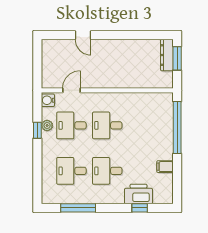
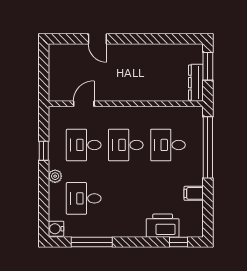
dresser: (167, 55) -> (196, 83), moved
water cooler: (48, 100) -> (56, 229), moved
plant: (47, 125) -> (55, 176), moved
desk: (107, 171) -> (168, 145), moved
window: (140, 208) -> (178, 242), moved

